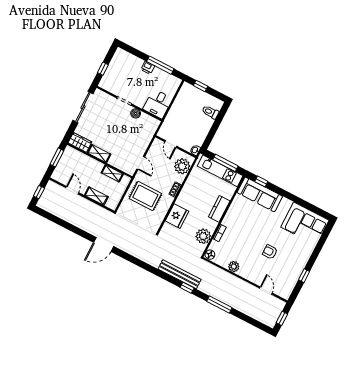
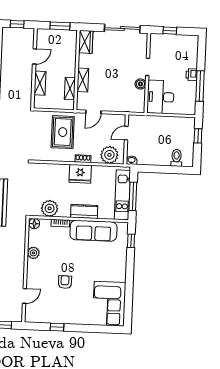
desk: (158, 104) -> (161, 97), width x1.37
shelving: (99, 154) -> (83, 80), moved
sofa: (260, 194) -> (93, 231), moved, turned -90
fridge: (177, 216) -> (80, 174), moved

